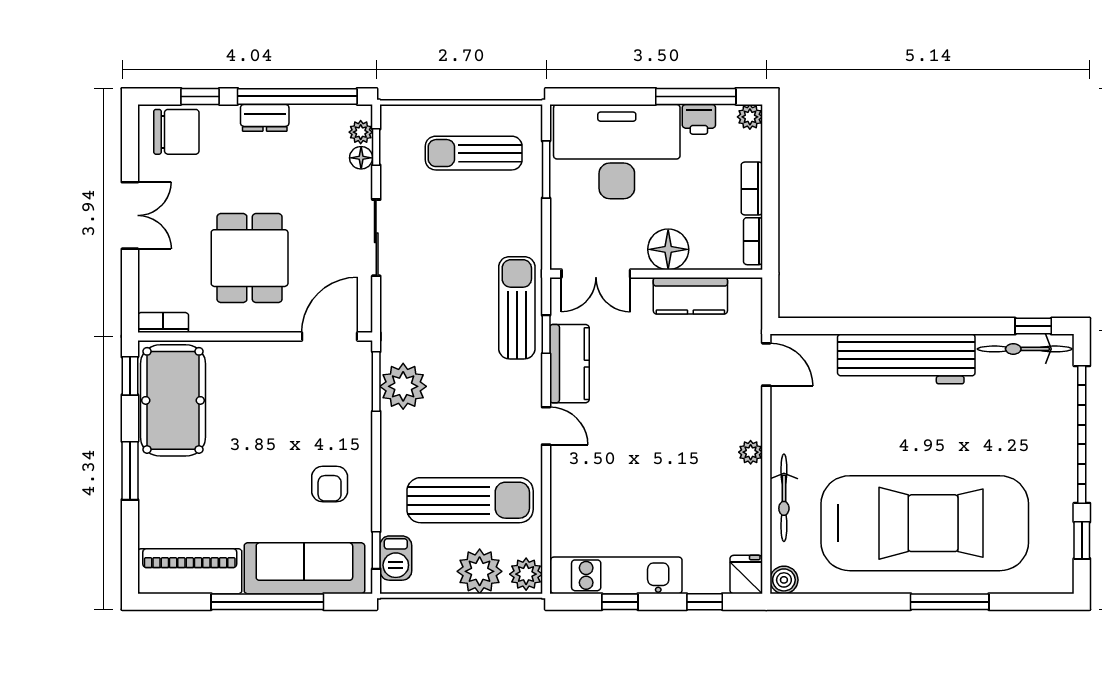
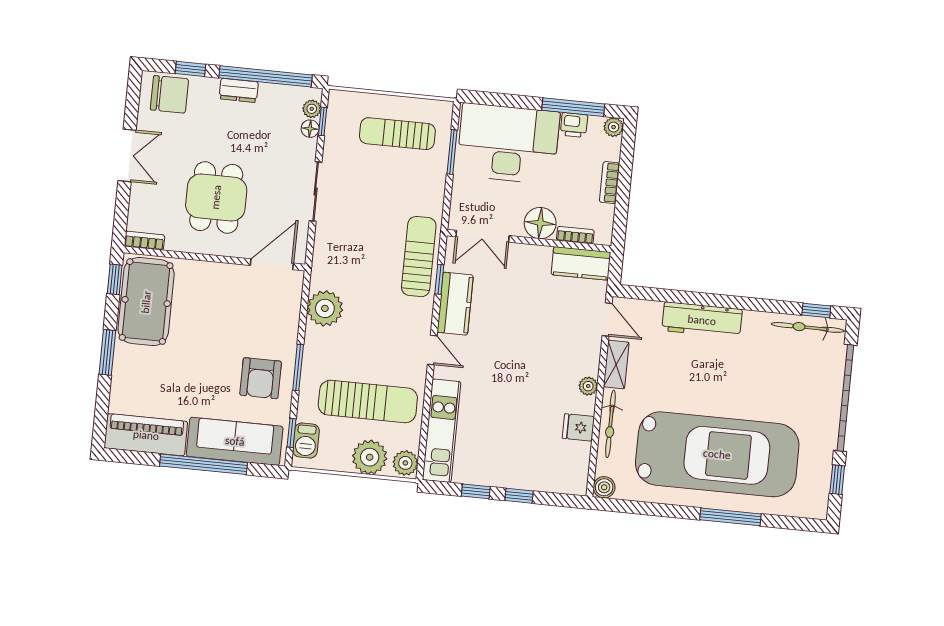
bookcase: (753, 241) -> (575, 235), moved, turned 90
kitchen counter: (690, 296) -> (581, 263), moved
workbench: (906, 359) -> (702, 320), width x0.73, depth x0.76
window: (376, 381) -> (298, 367), moved
shelving: (784, 421) -> (616, 365), added
armchair: (330, 484) -> (261, 378), width x1.38, depth x1.38
kitchen unit: (616, 575) -> (442, 431), moved, turned 90
fridge: (746, 575) -> (578, 427), moved, turned -90
window: (705, 602) -> (519, 496), moved

